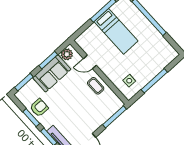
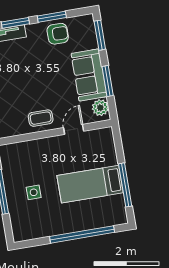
side table: (129, 81) -> (34, 192), moved
armchair: (39, 108) -> (58, 34), turned -90

